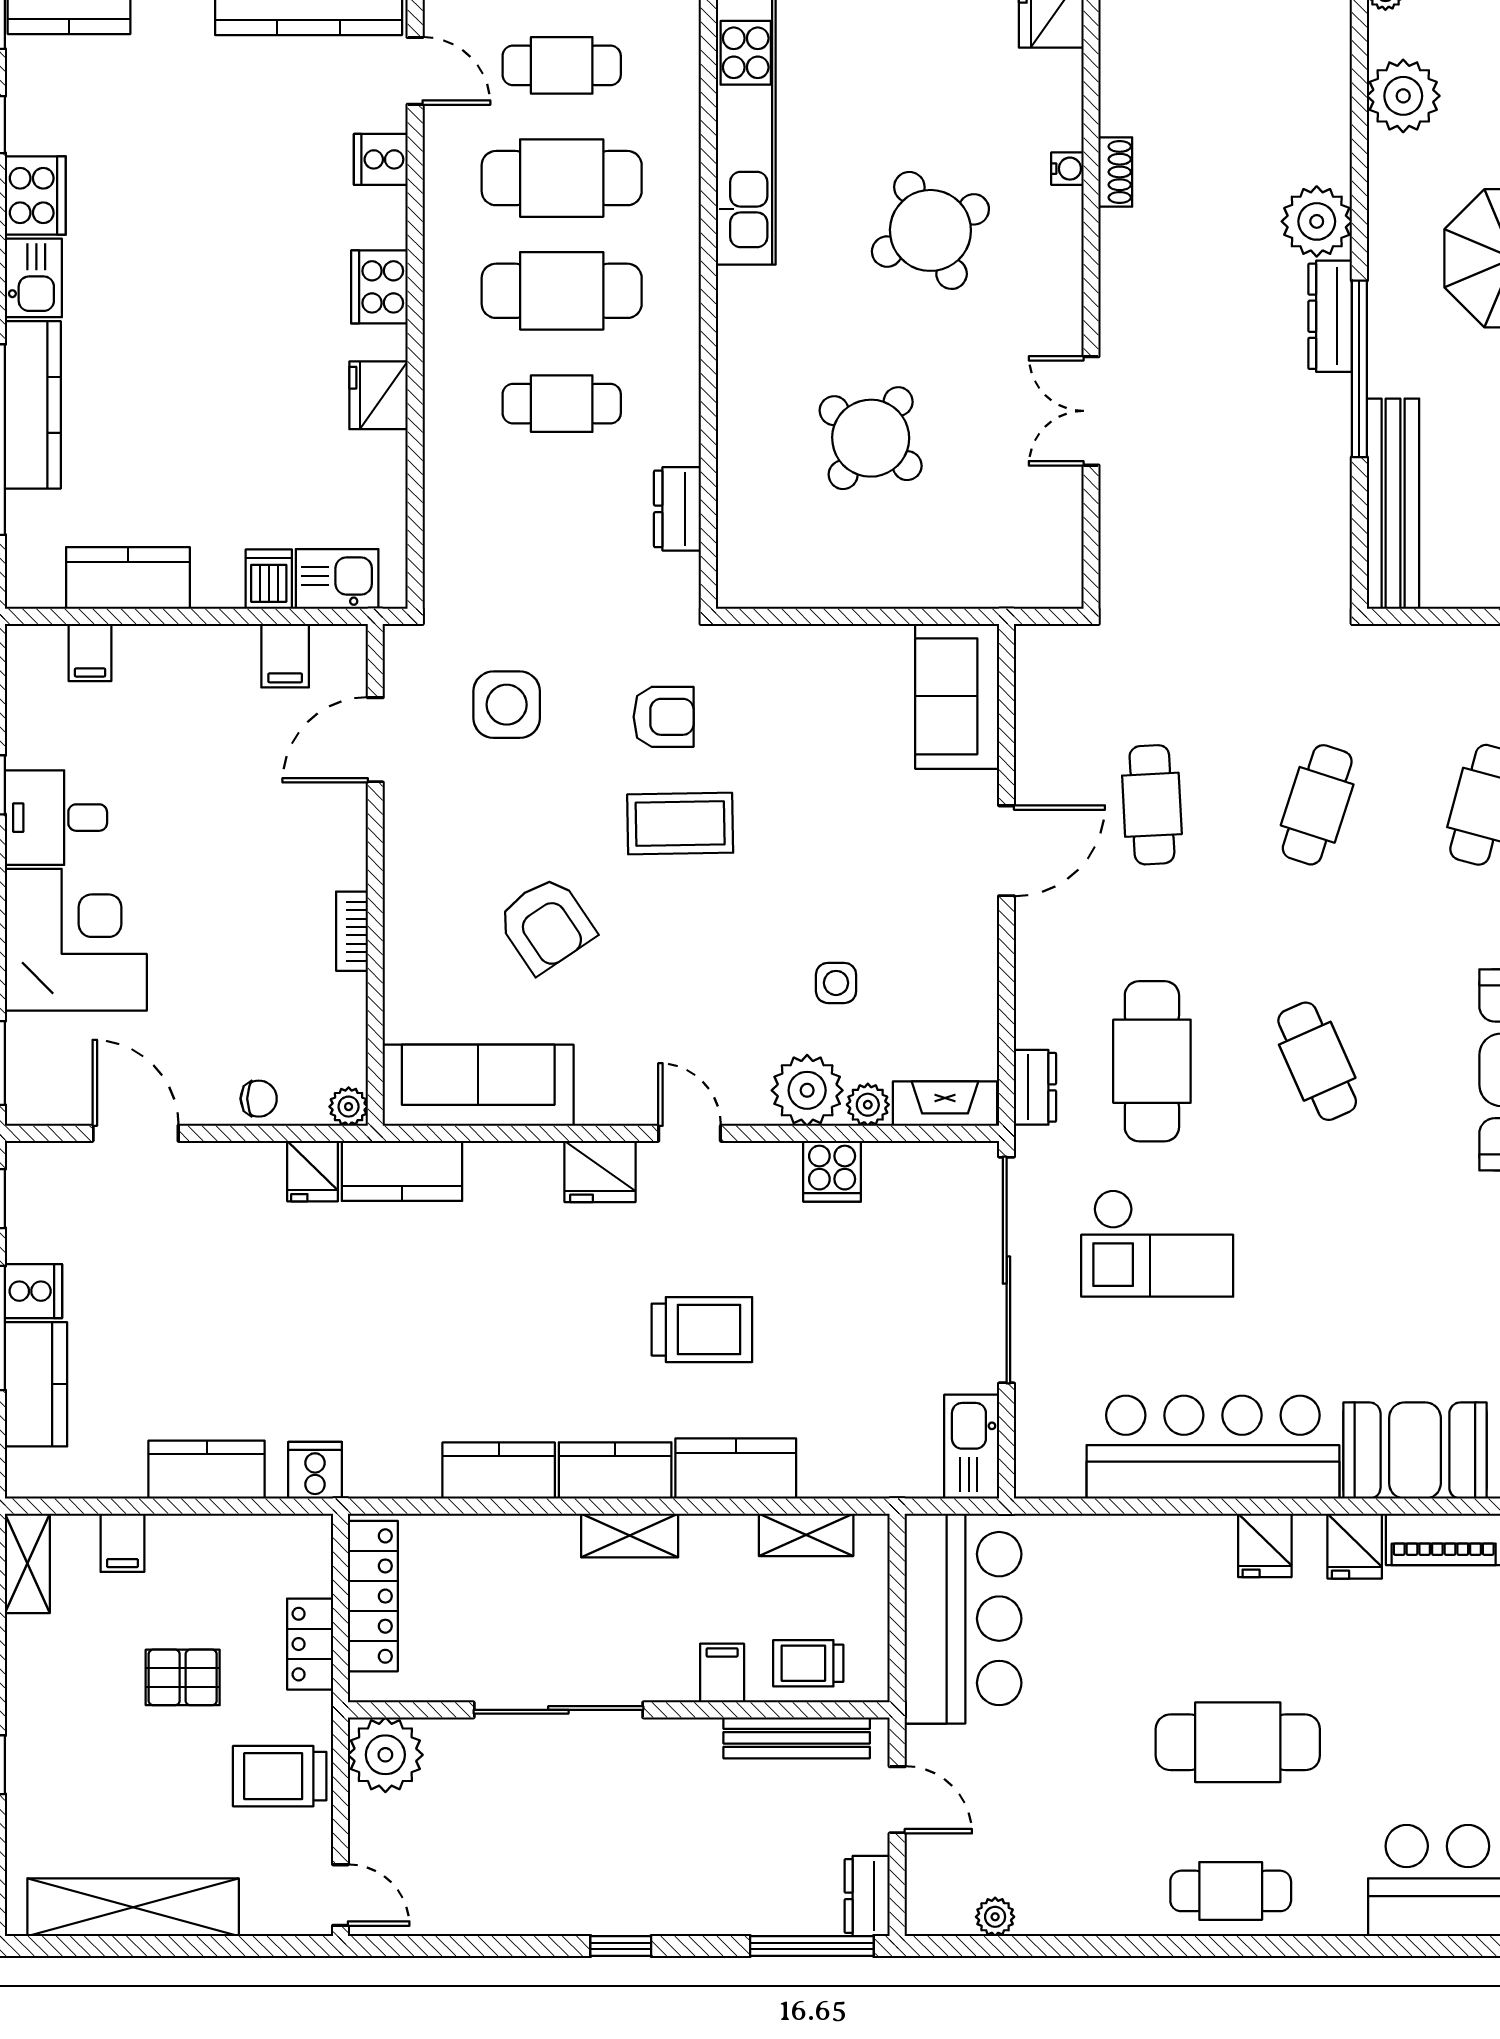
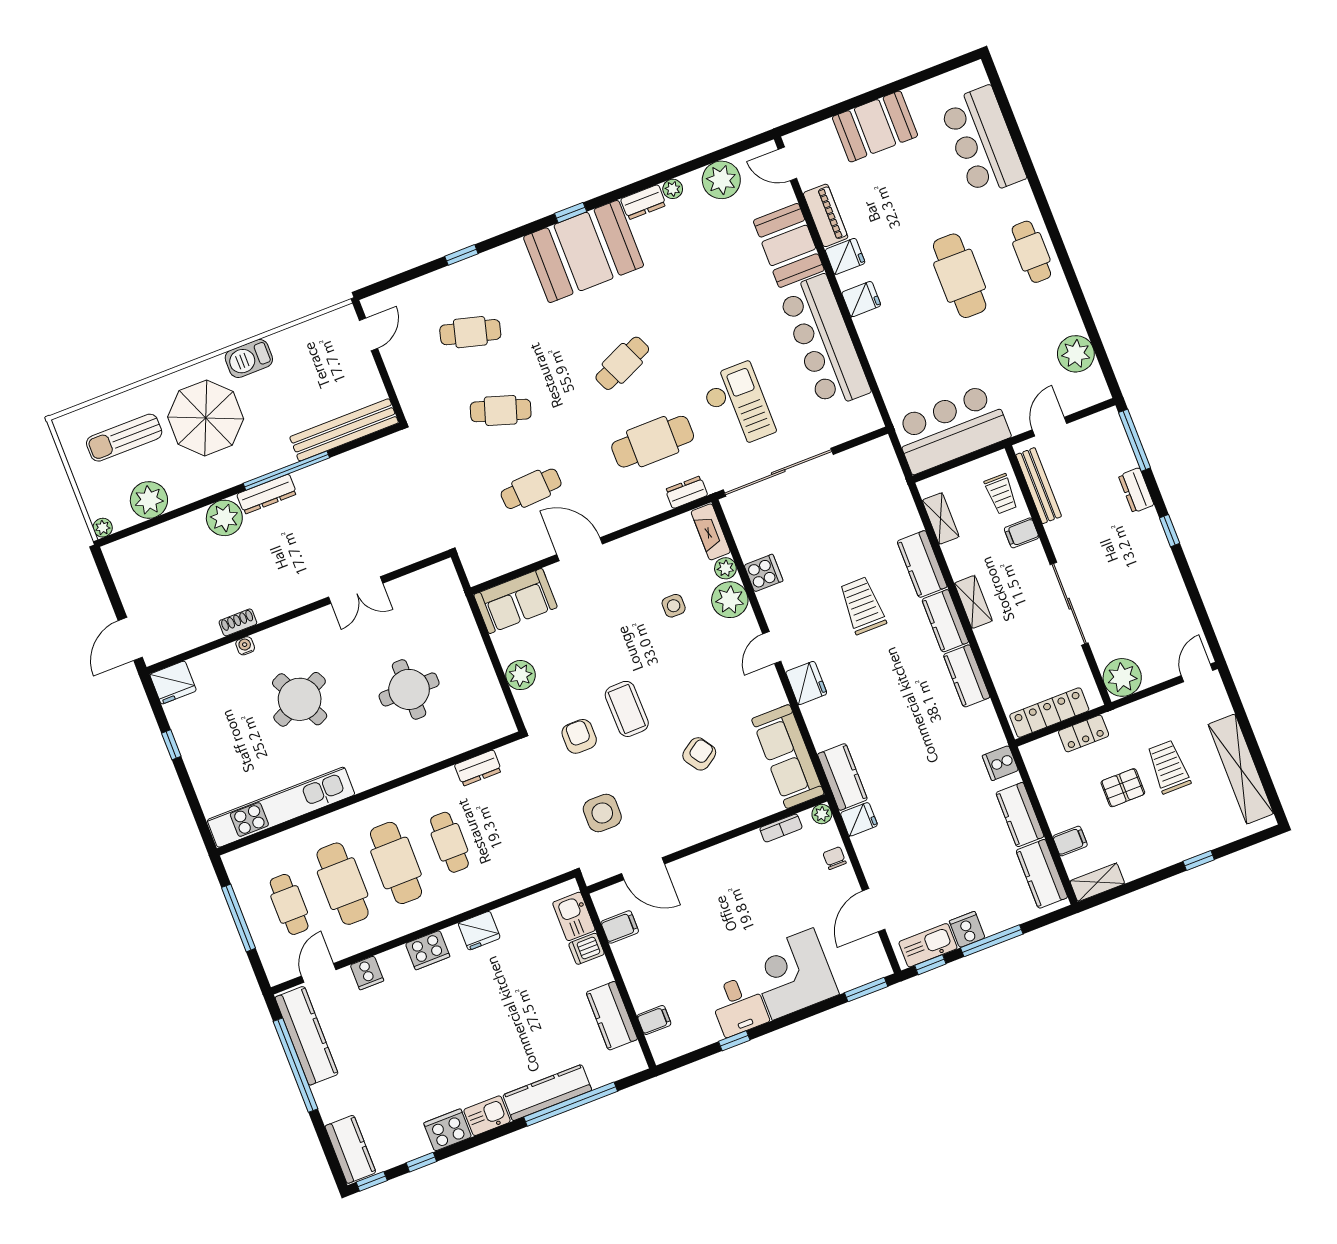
round table: (871, 438) -> (409, 689), turned -37
plant: (818, 653) -> (520, 675), added
armchair: (546, 925) -> (699, 754), width x0.72, depth x0.72
bookcase: (352, 931) -> (781, 828), moved
kitchen counter: (36, 1384) -> (1042, 874), moved, turned -90
kitchen sink: (972, 1447) -> (928, 945), moved, turned 180
pallet: (183, 1677) -> (1123, 788), turned 90
trolley: (280, 1776) -> (1169, 767), moved, turned 180
dresser: (867, 1896) -> (1136, 490), moved, turned 90
plant: (995, 1917) -> (1076, 354), width x1.88, depth x1.88

